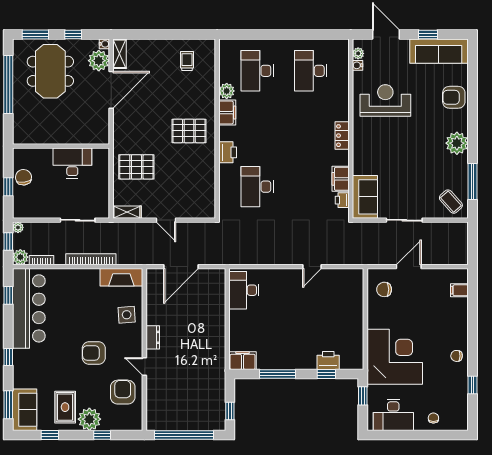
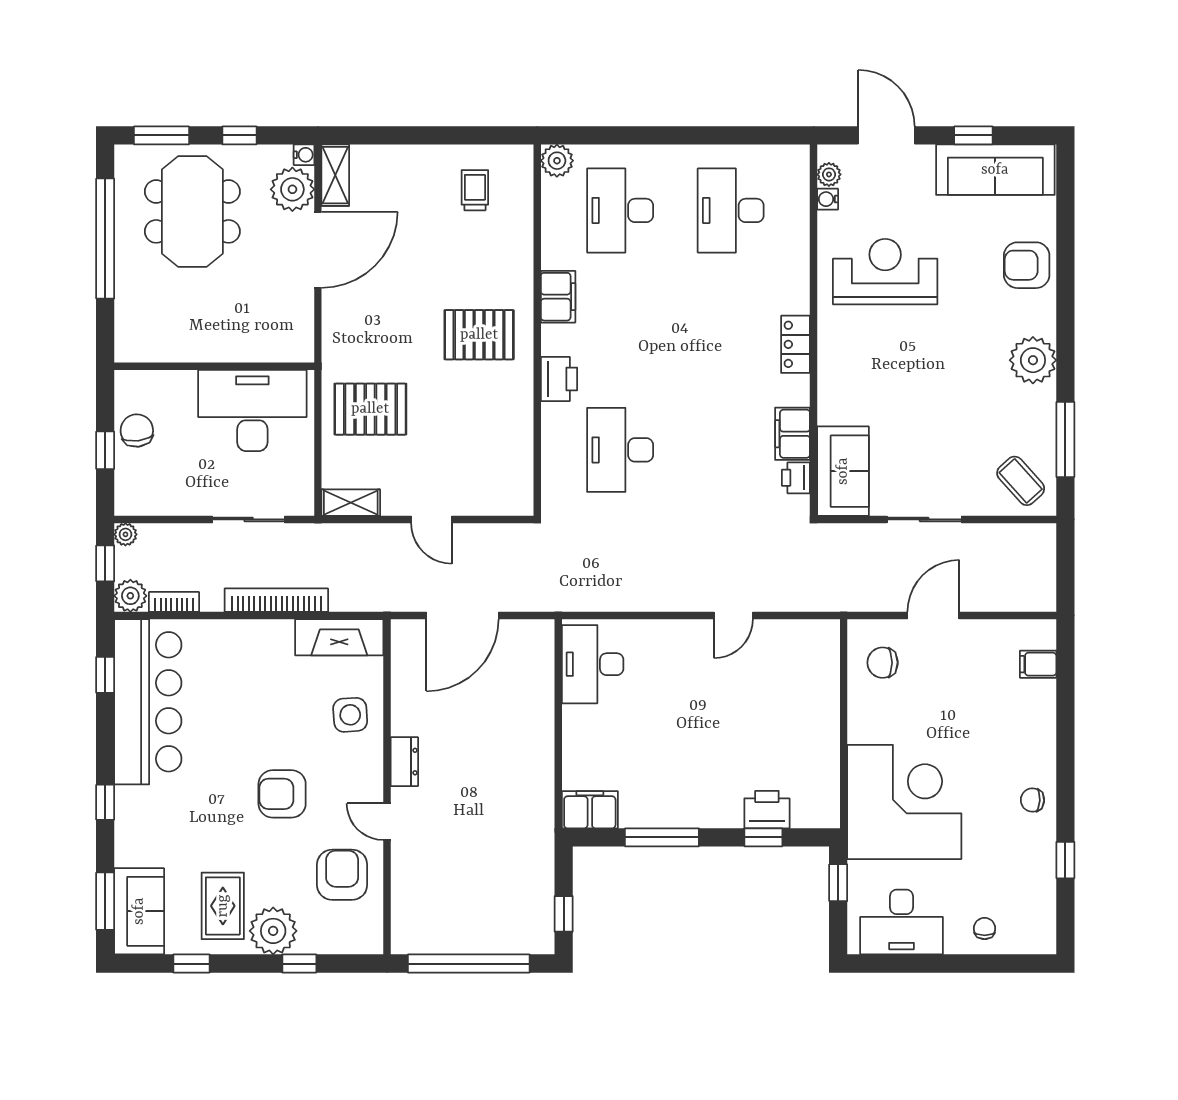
plant: (227, 91) -> (557, 161), moved
desk: (72, 163) -> (252, 410), width x1.36, depth x1.30

